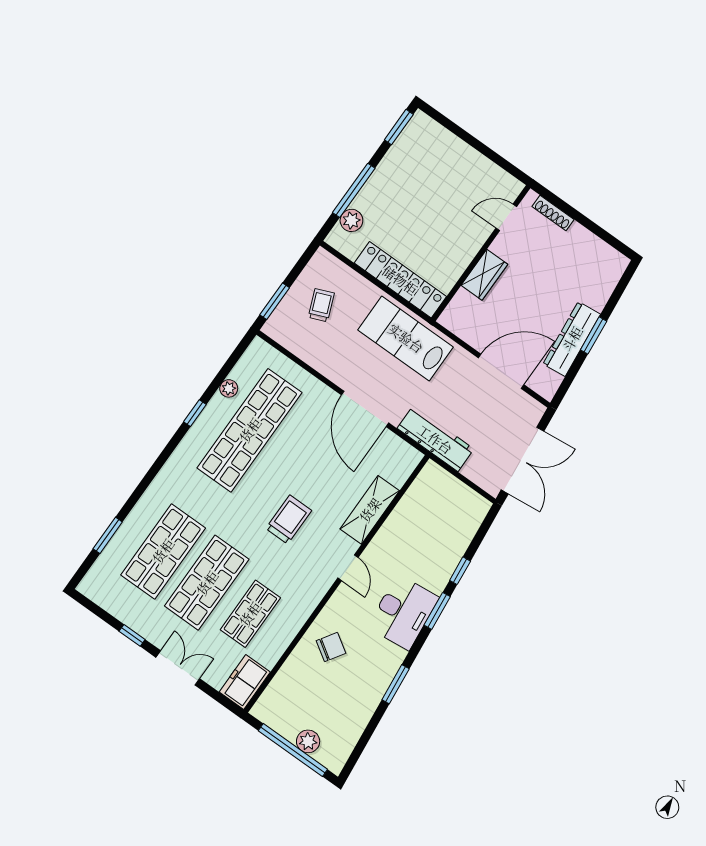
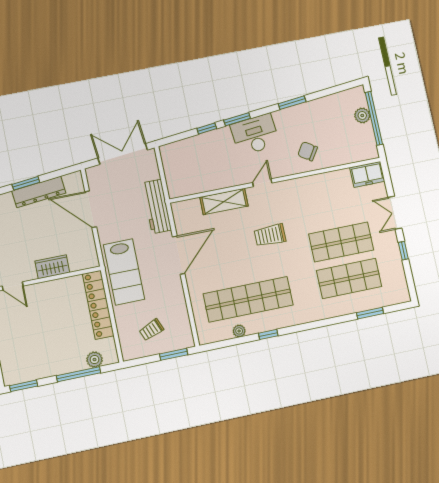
shop shelf: (250, 614) -> (333, 206), removed

